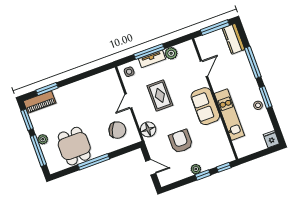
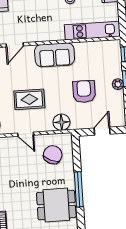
door: (204, 69) -> (15, 45), swing flipped
kitchen unit: (229, 115) -> (92, 31), moved
armchair: (181, 141) -> (84, 91), turned 90

